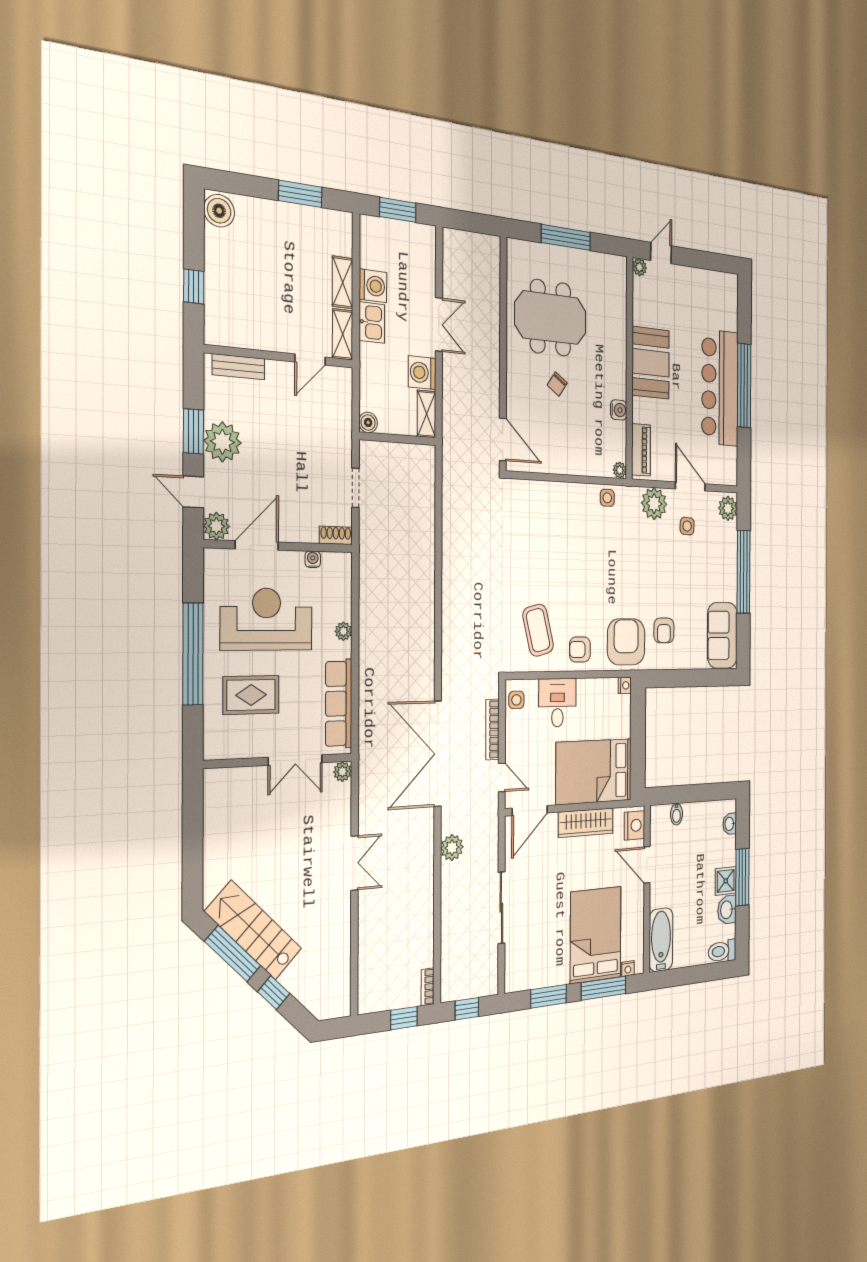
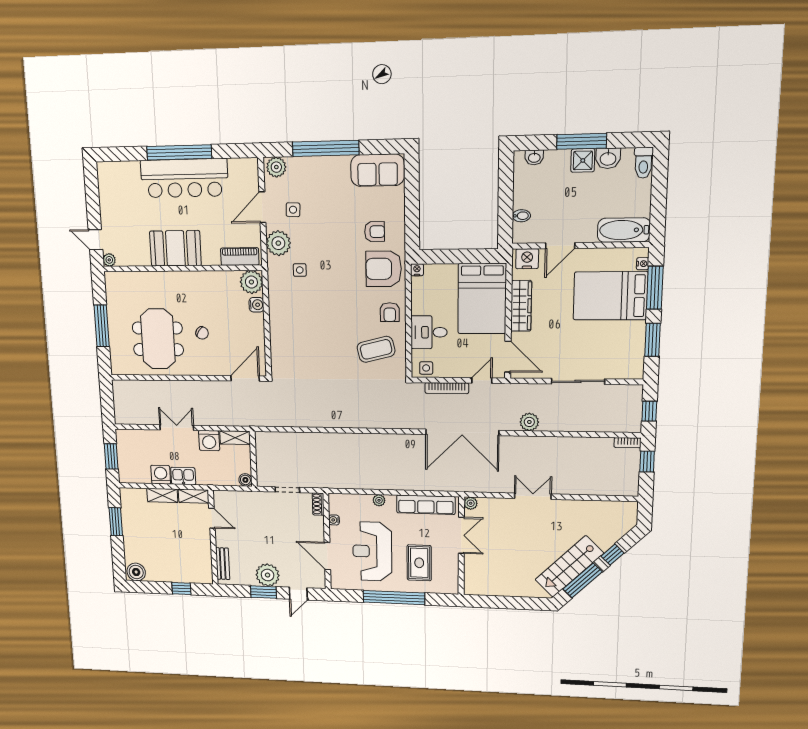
water cooler: (619, 410) -> (256, 305), moved, turned 90
plant: (620, 470) -> (251, 282), width x1.88, depth x1.88
side table: (607, 498) -> (300, 270), moved
plant: (216, 526) -> (317, 581), removed

